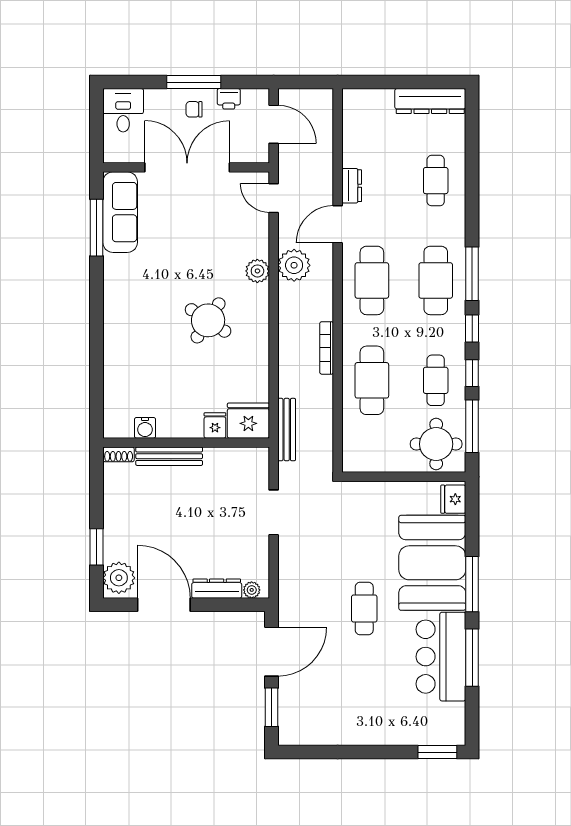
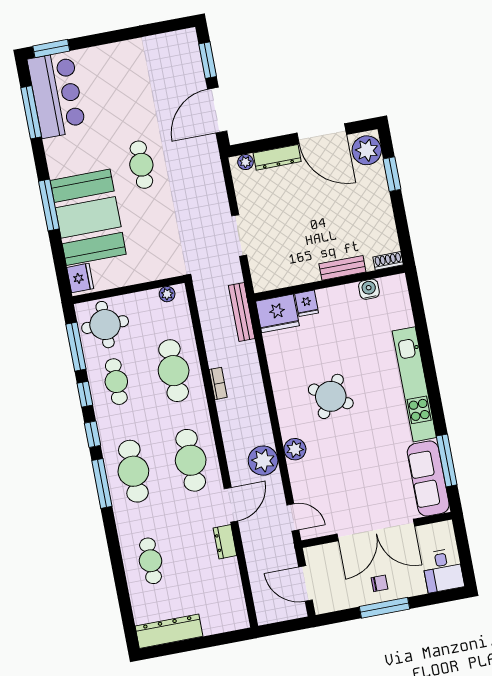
printer: (229, 99) -> (350, 599), removed
kitchen unit: (116, 316) -> (414, 384), added
bookcase: (327, 348) -> (218, 383), width x0.64
bench: (169, 456) -> (342, 268), width x0.73
plant: (363, 464) -> (167, 294), added
bar counter: (441, 657) -> (57, 95), moved
window: (472, 658) -> (31, 112), moved

